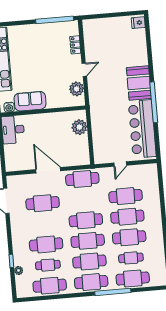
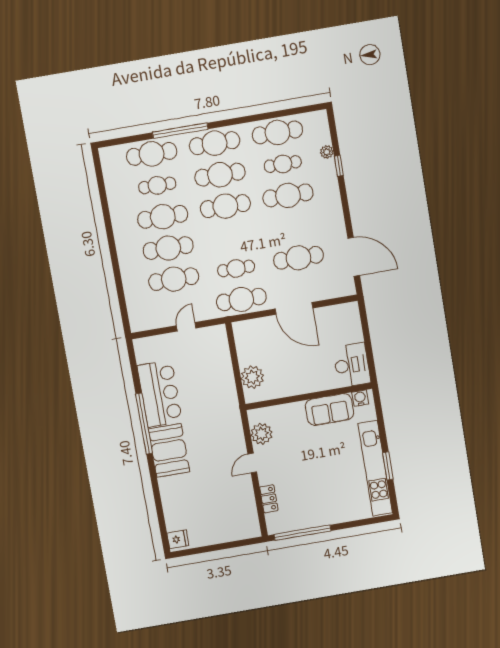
bar counter: (142, 129) -> (160, 394), width x0.73
cafe table: (86, 220) -> (236, 268), moved, width x0.73, depth x0.74

